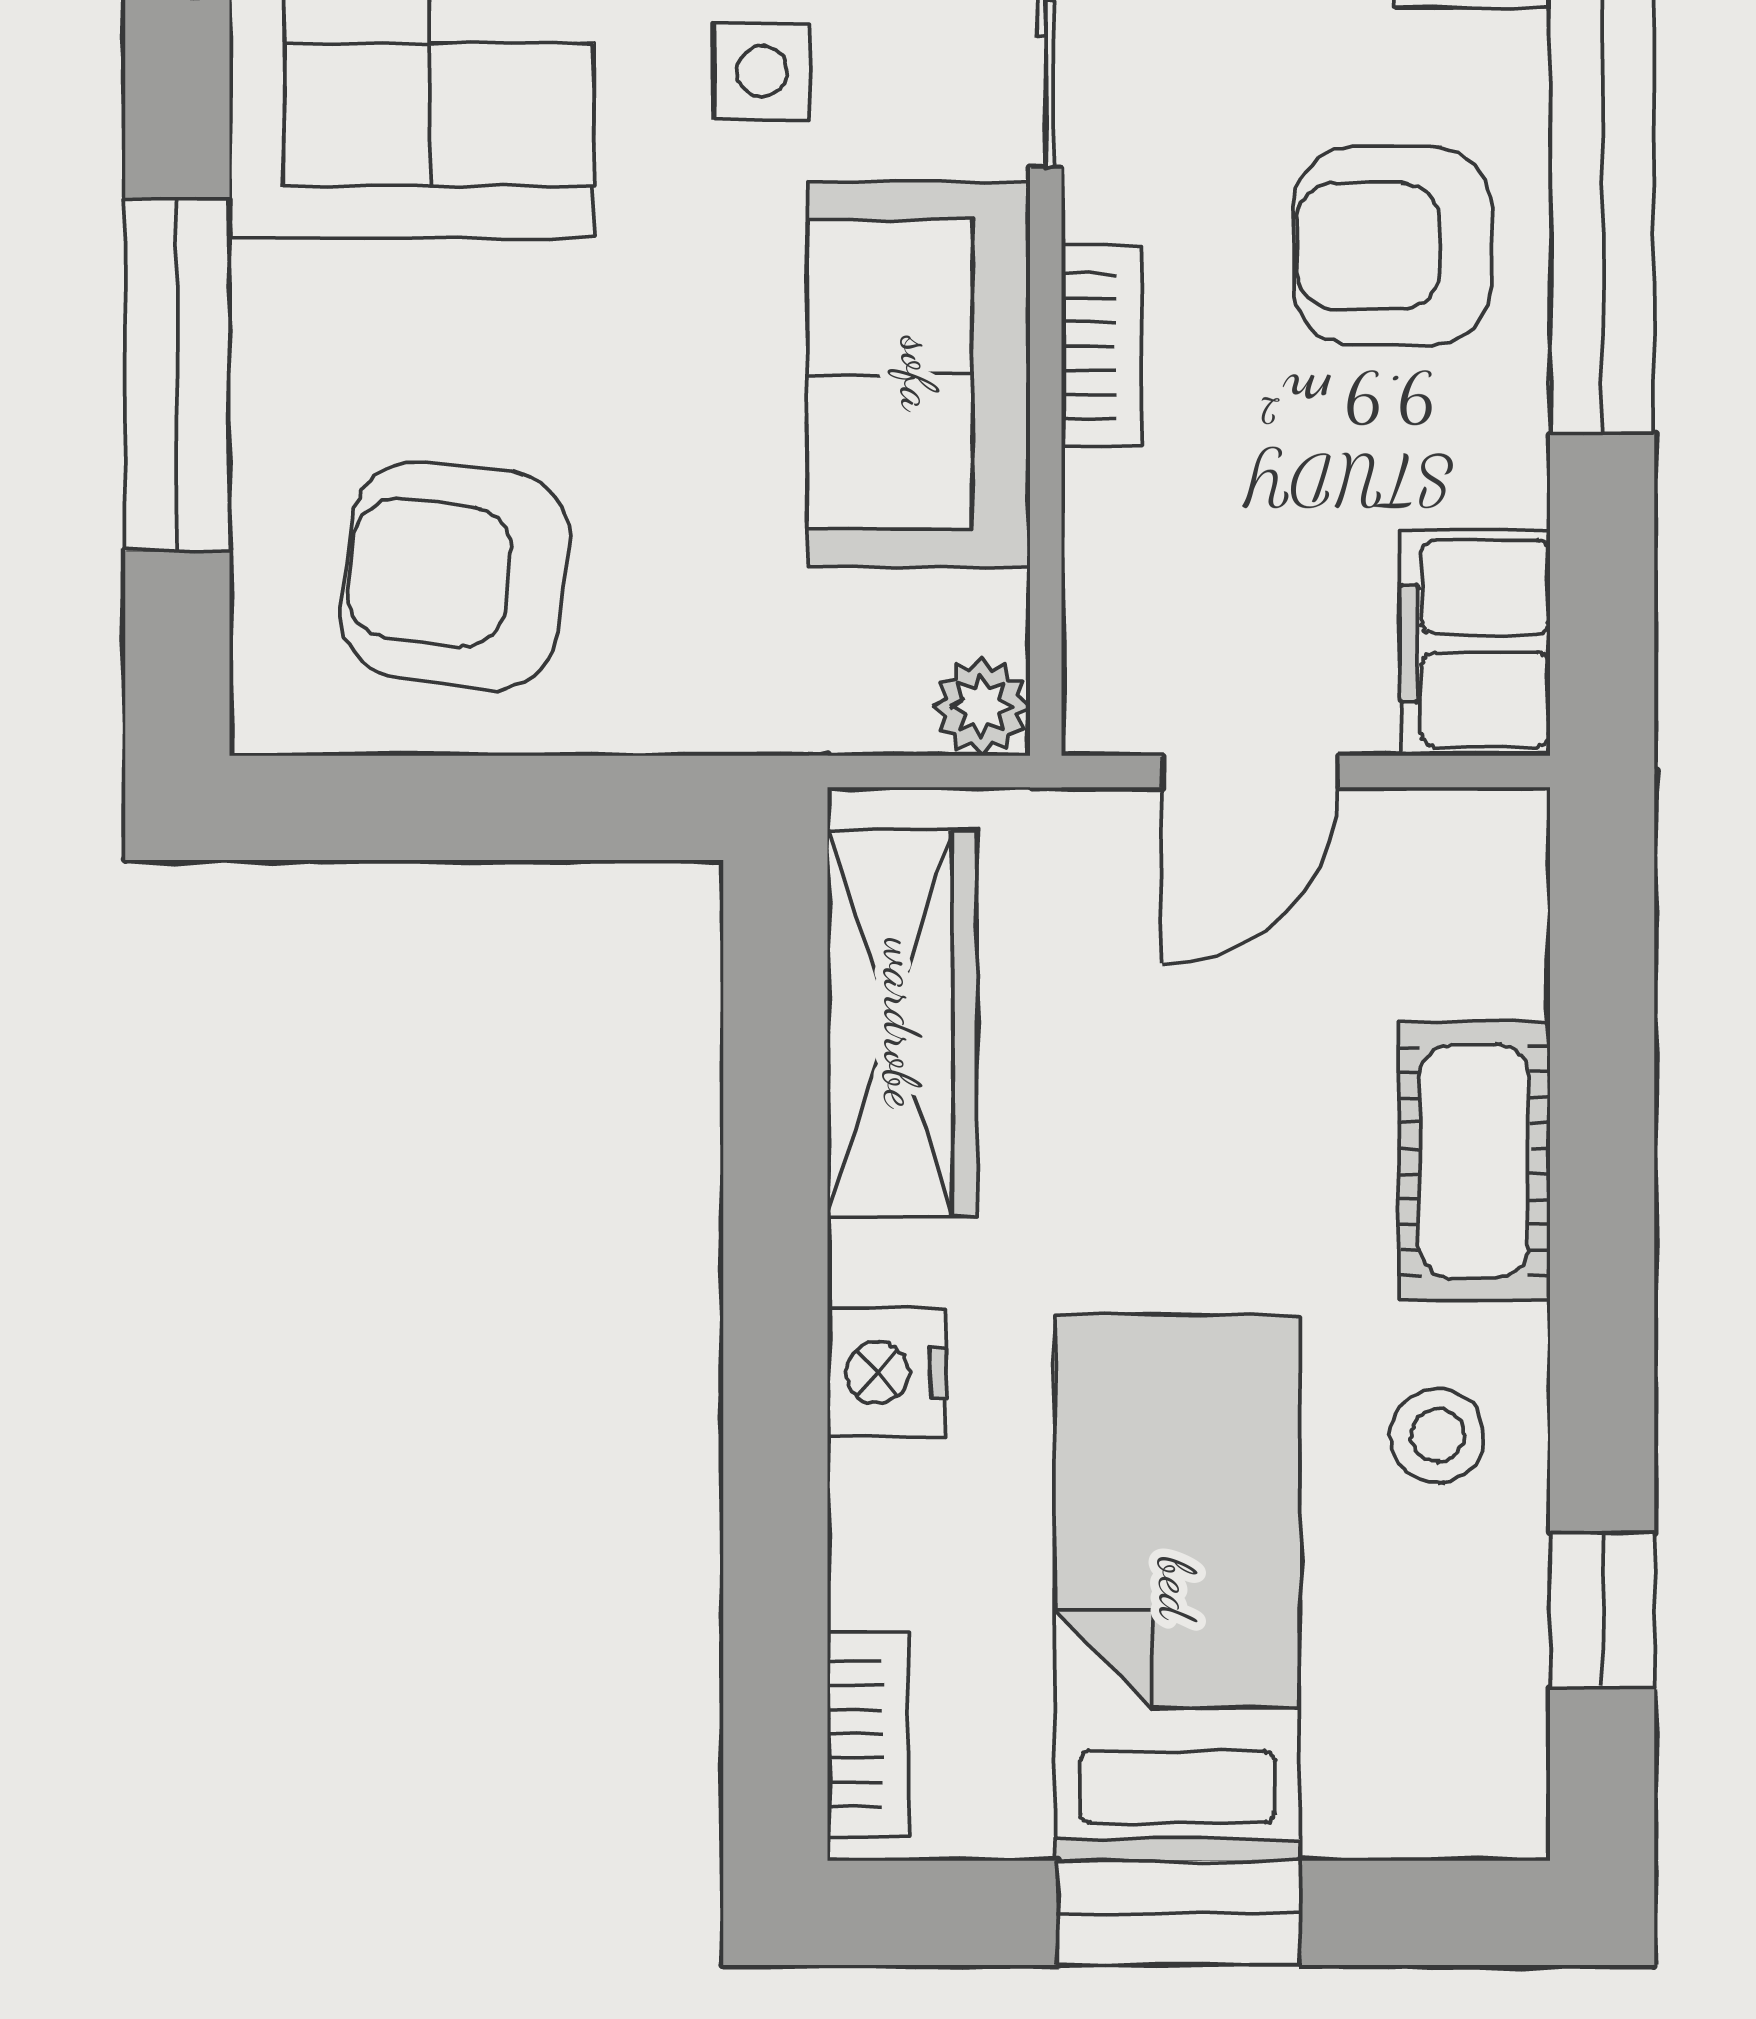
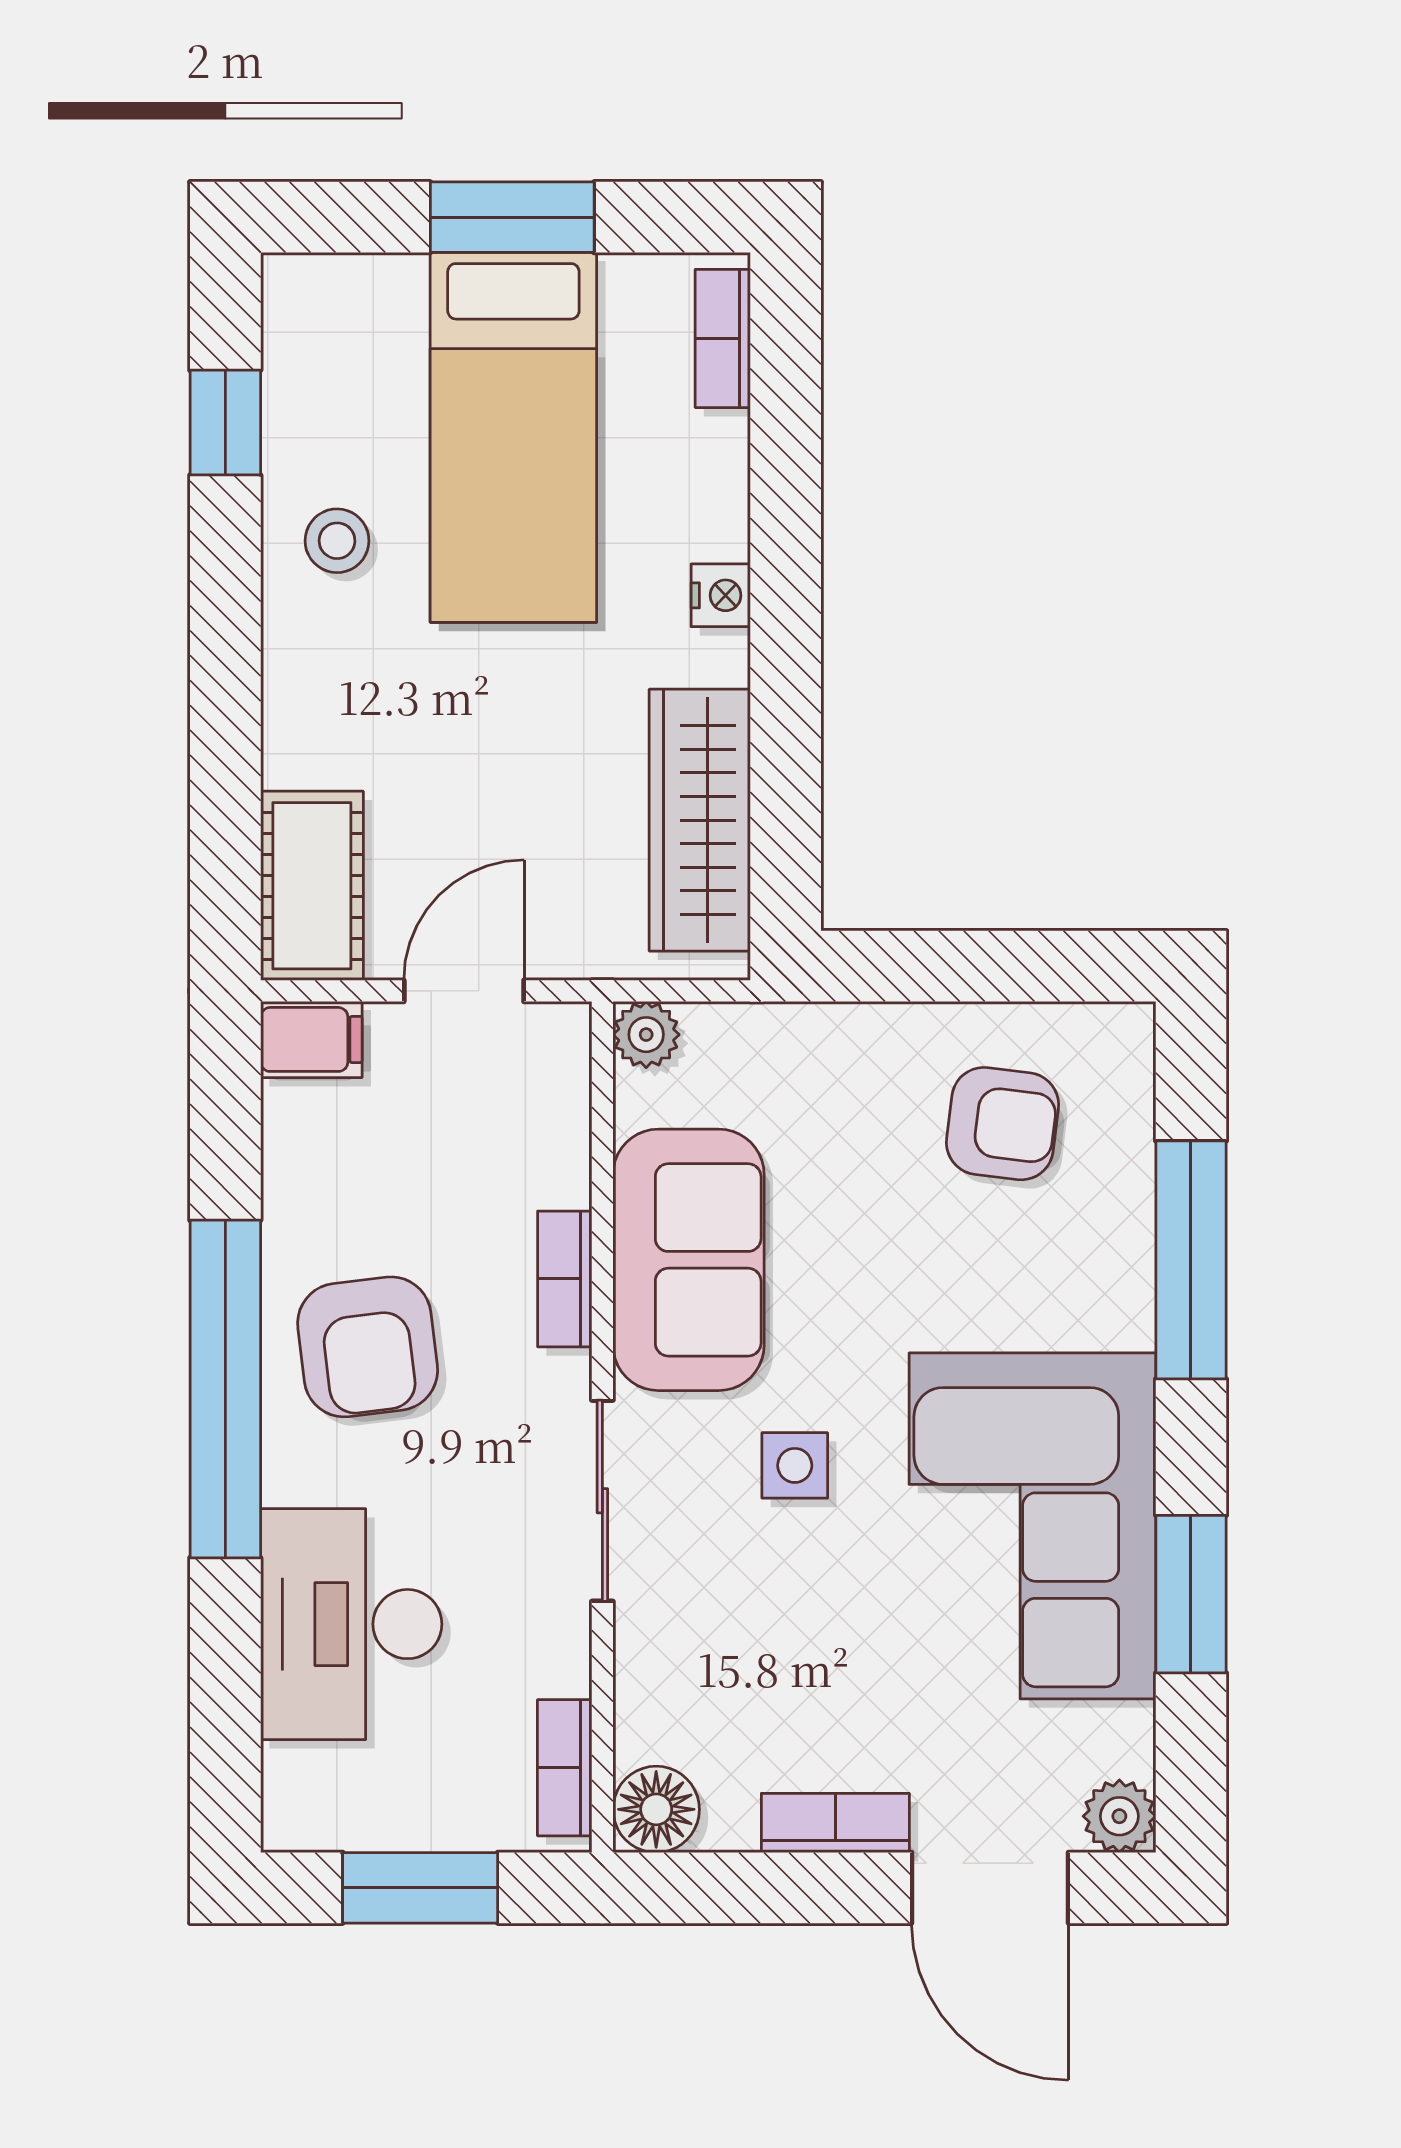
armchair: (1392, 246) -> (368, 1347), turned 83
armchair: (455, 575) -> (1002, 1124), width x0.72, depth x0.72
filing cabinet: (1475, 643) -> (311, 1039), width x0.50
cot: (1474, 1161) -> (312, 886), moved
nightstand: (886, 1373) -> (721, 595), width x0.72, depth x0.74

